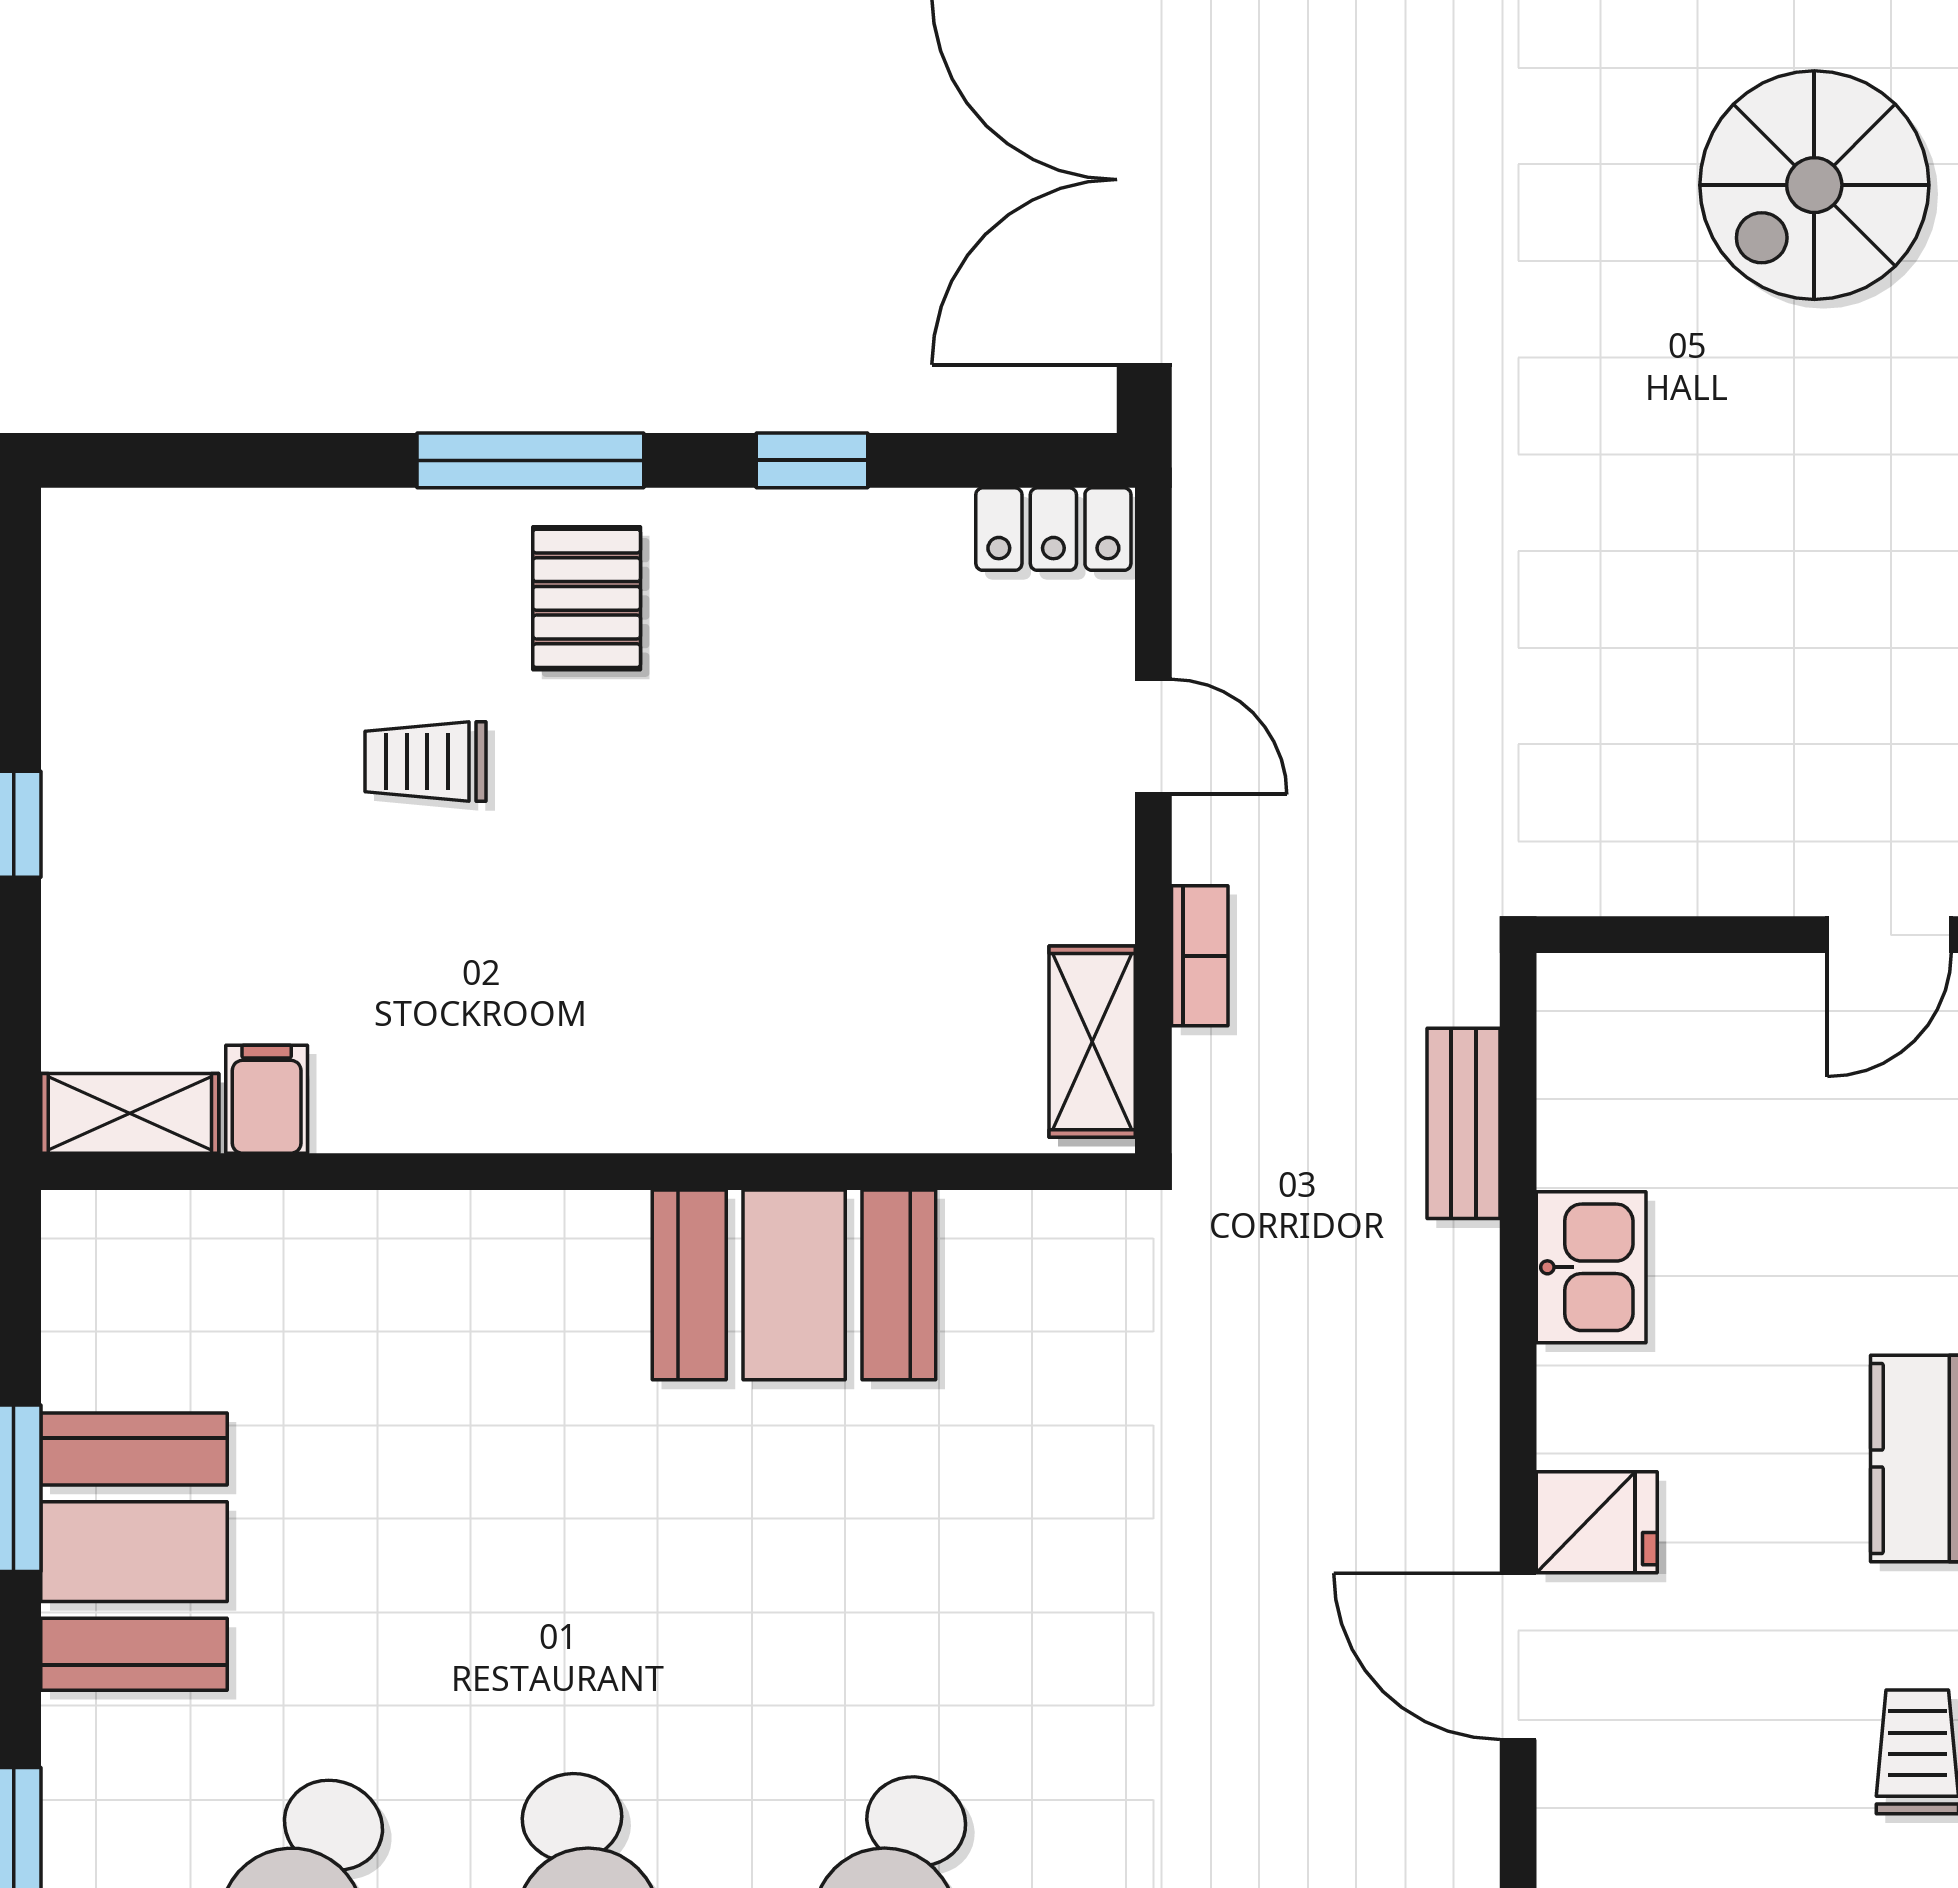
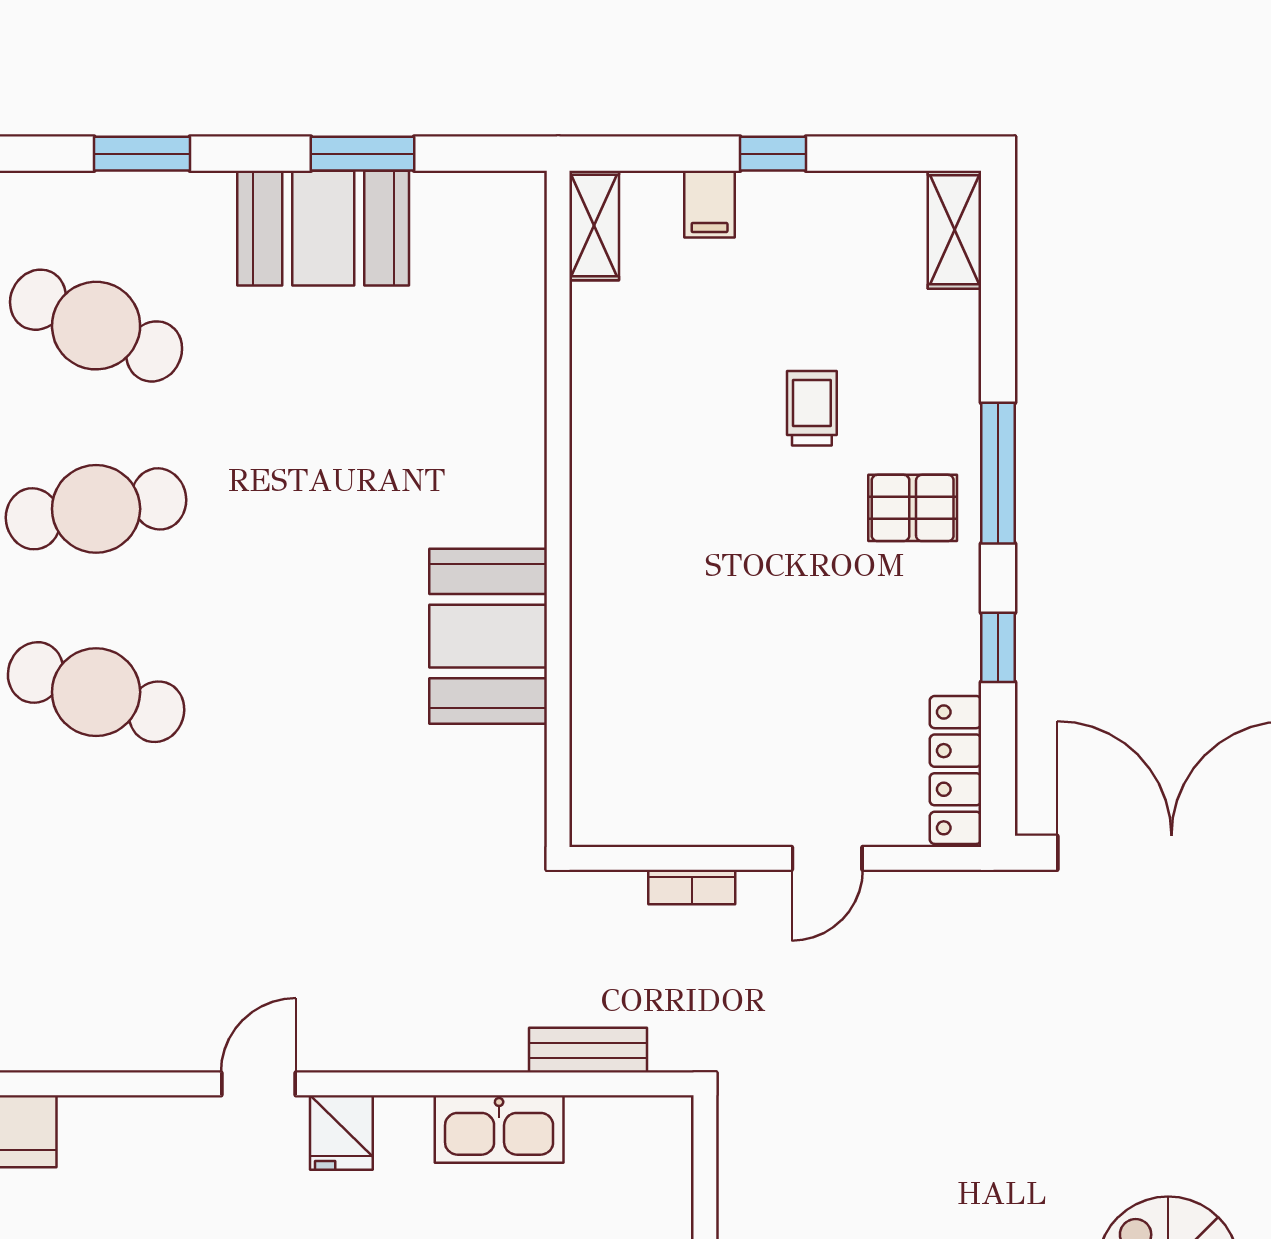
locker: (1053, 529) -> (955, 770), width x1.53
shelving: (1092, 1042) -> (954, 230), moved, turned 90
filing cabinet: (267, 1099) -> (710, 204), moved, turned 90
kitchen sink: (1591, 1267) -> (499, 1129), width x1.38
door: (1518, 1656) -> (258, 1084), width x0.73

